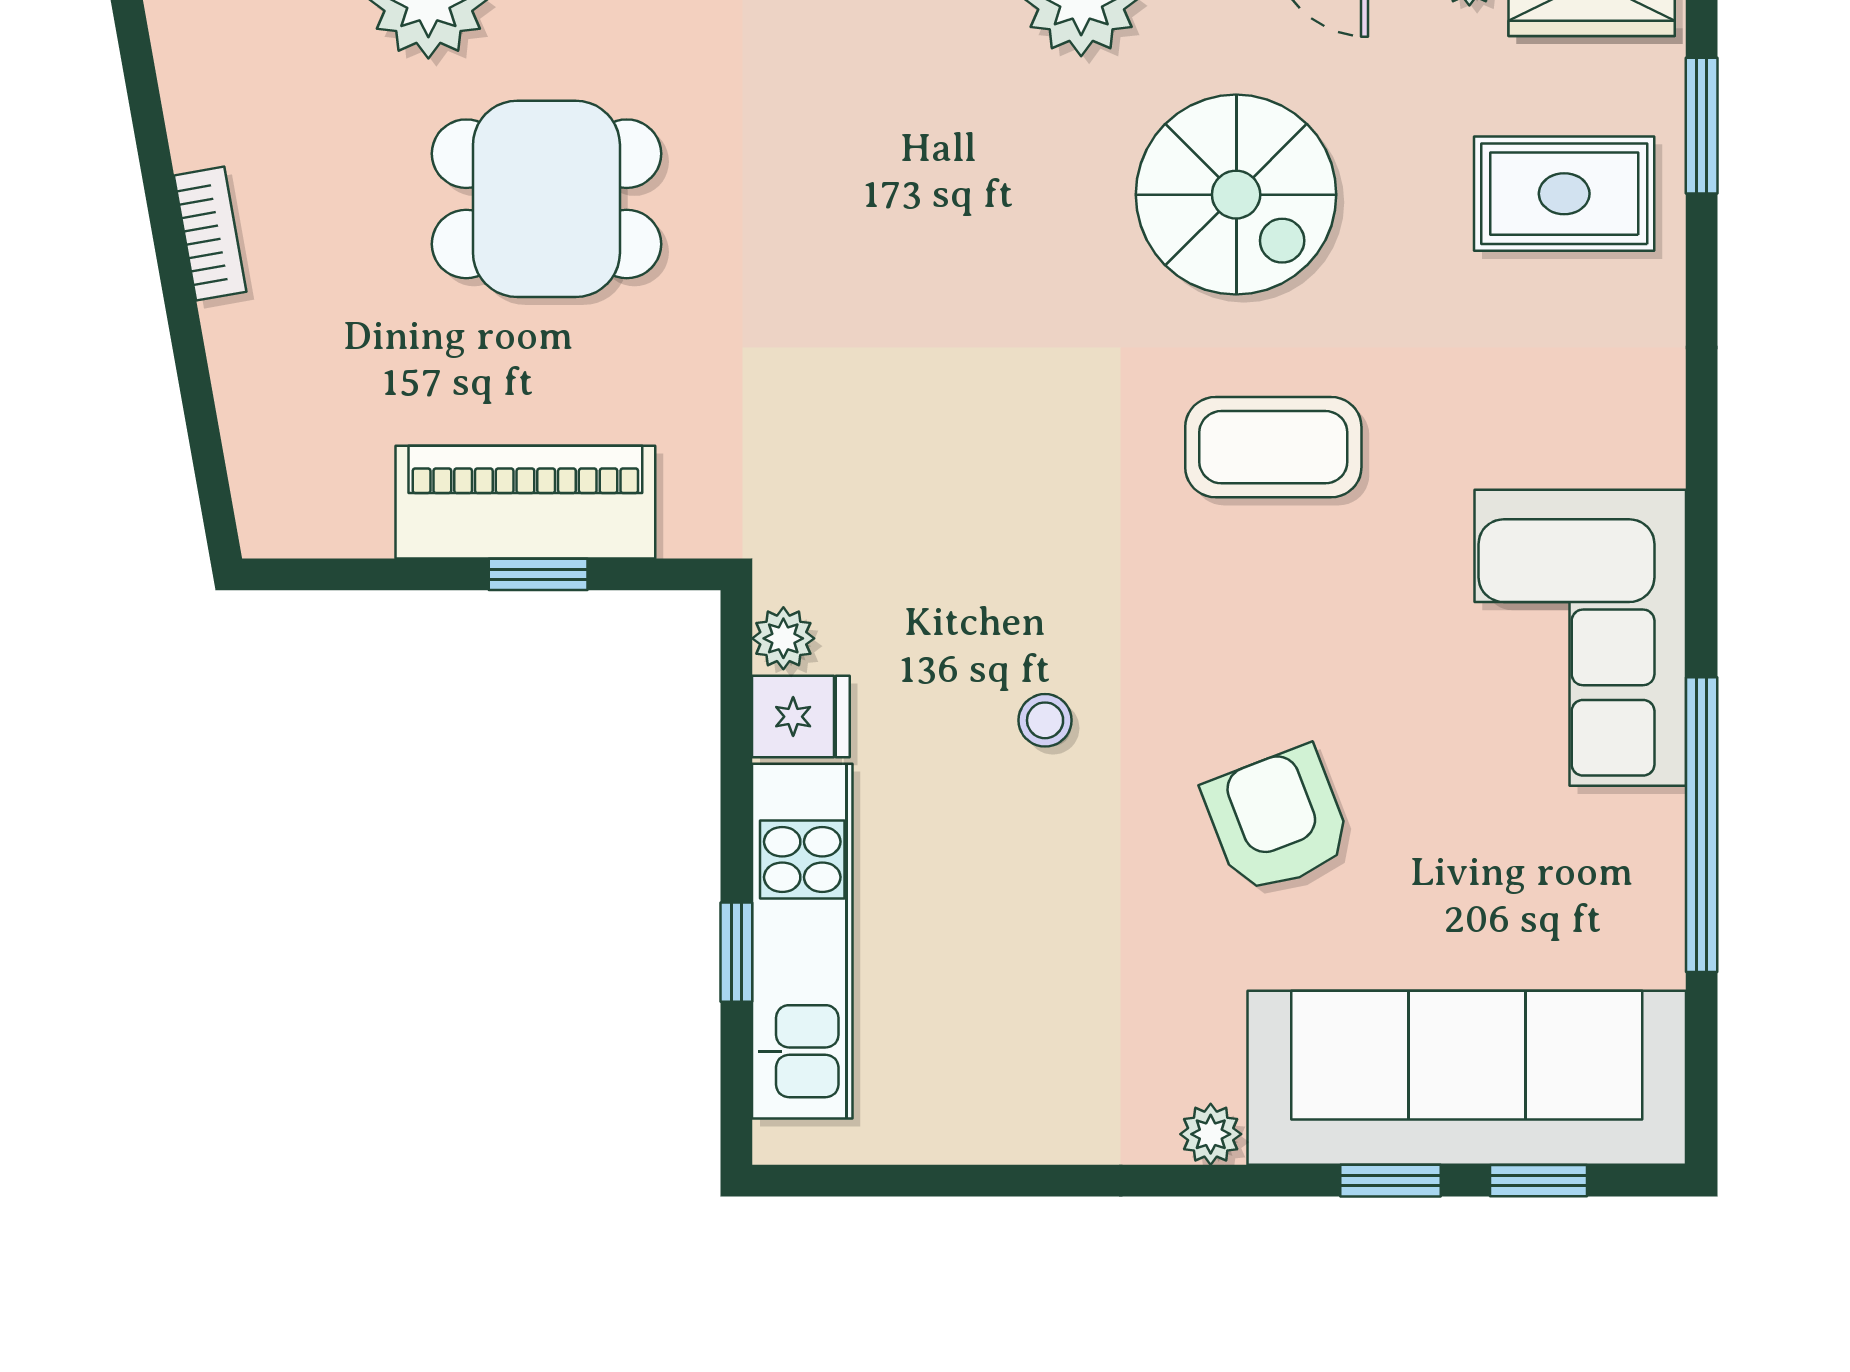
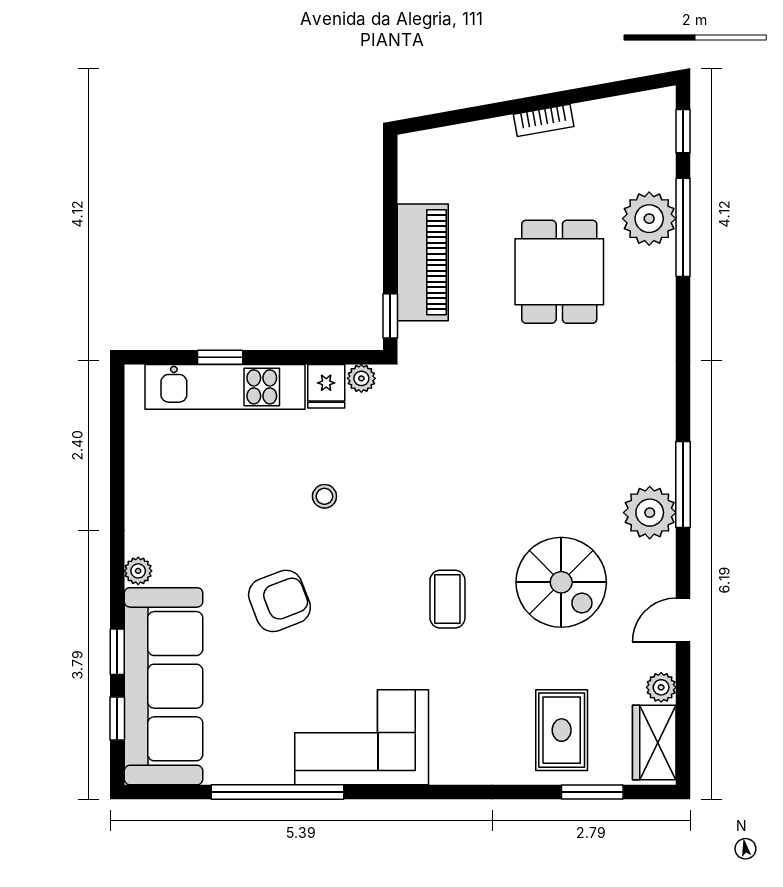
spiral stairs: (1236, 195) -> (561, 582), turned -90
coffee table: (1273, 447) -> (447, 599), width x0.73, depth x0.77
window: (538, 574) -> (390, 316), moved

